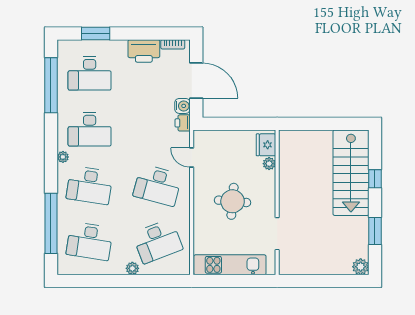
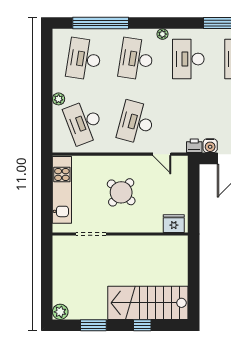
door: (192, 158) -> (162, 154), swing flipped
plant: (269, 164) -> (156, 227), removed
round table: (233, 201) -> (121, 192), turned 36

